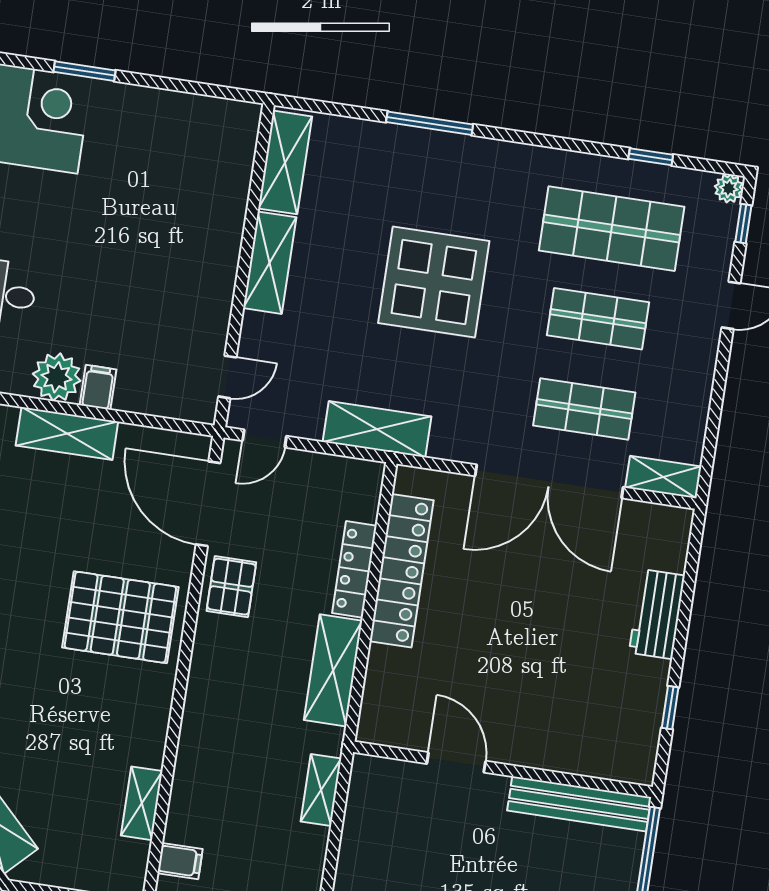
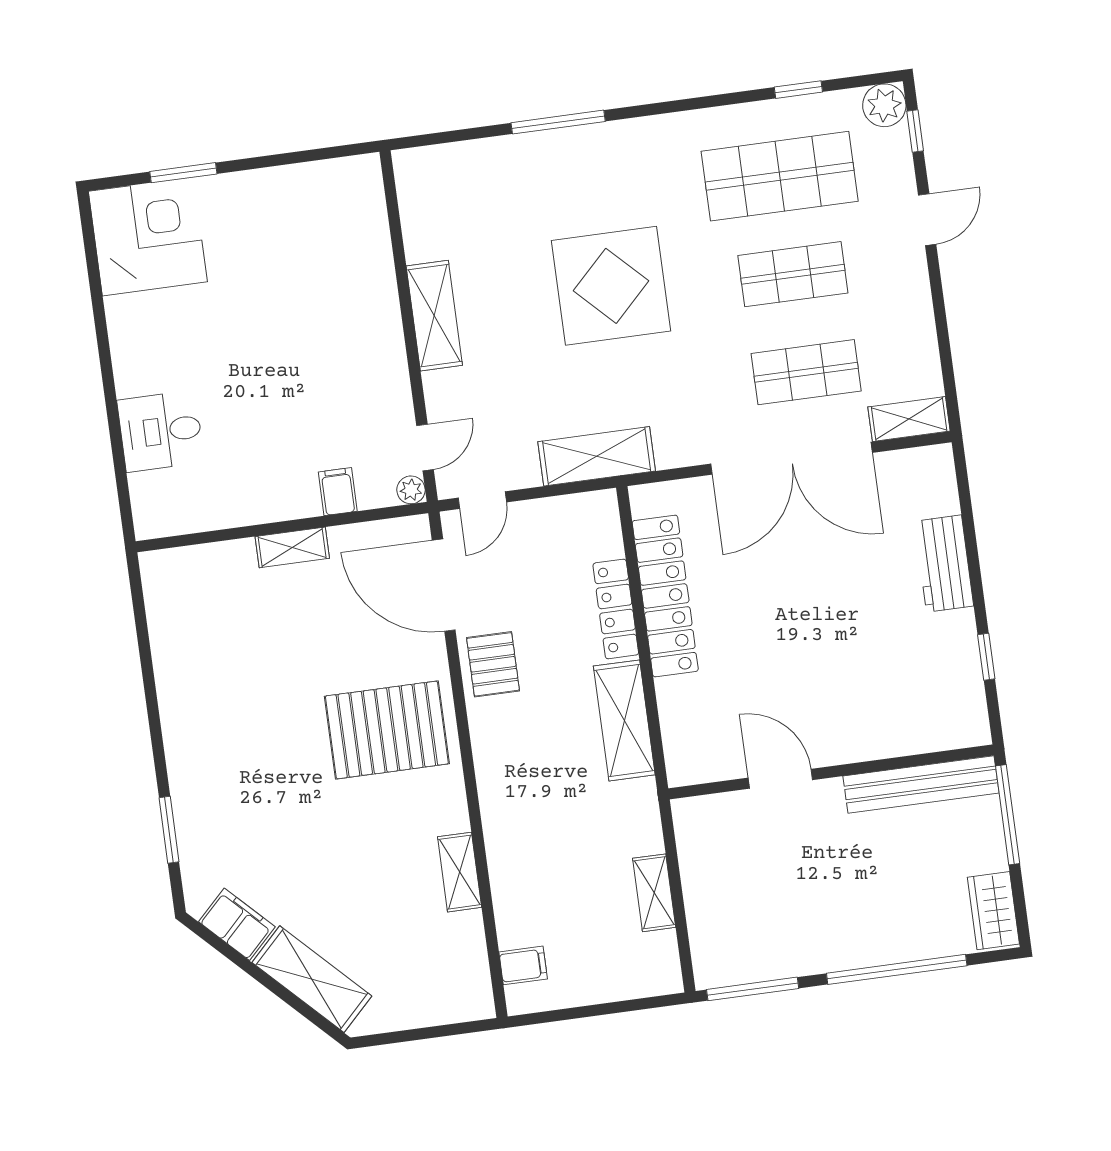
shelving: (285, 162) -> (420, 207), removed
plant: (729, 188) -> (884, 105), width x1.38, depth x1.38
plant: (57, 377) -> (411, 490), moved, width x0.53, depth x0.53
filing cabinet: (98, 387) -> (338, 492), moved
shelving: (67, 434) -> (292, 547), width x0.67, depth x0.75
shelving: (321, 790) -> (654, 893), moved
shelving: (142, 803) -> (460, 872), moved

